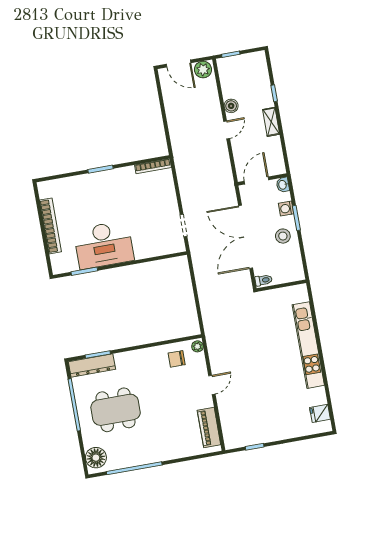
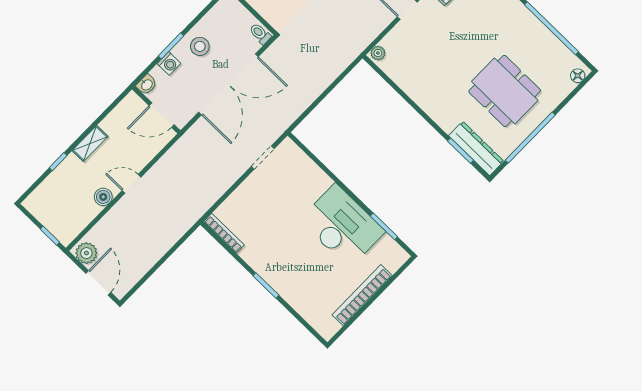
chair: (177, 359) -> (406, 65), removed
floor lamp: (96, 458) -> (578, 76), width x0.53, depth x0.53

